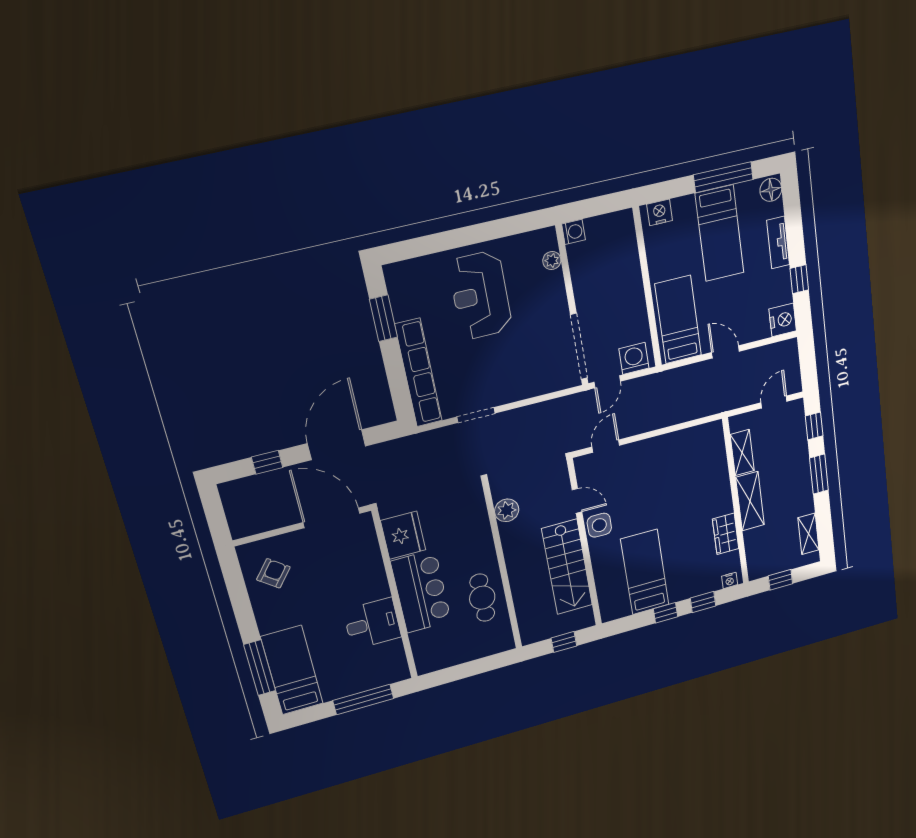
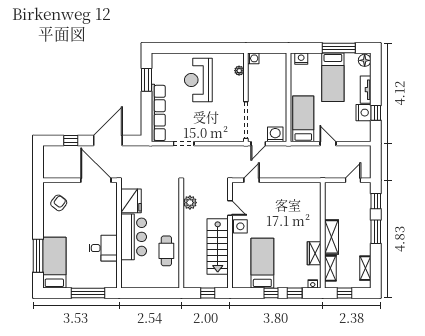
nightstand: (783, 320) -> (364, 113), moved
shelving: (742, 453) -> (330, 268), moved

